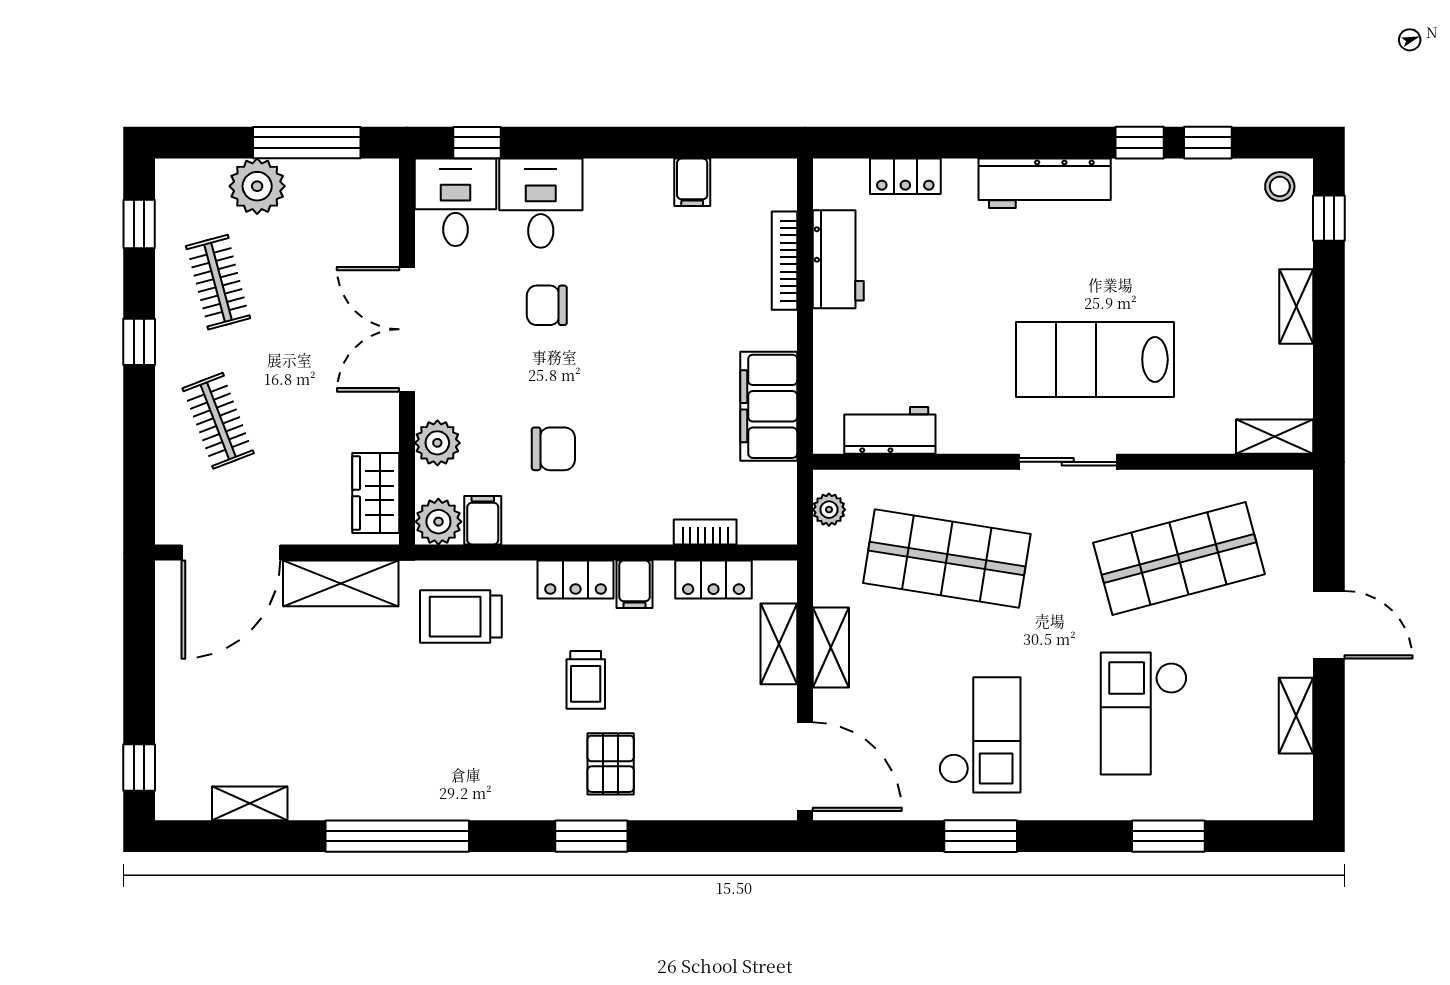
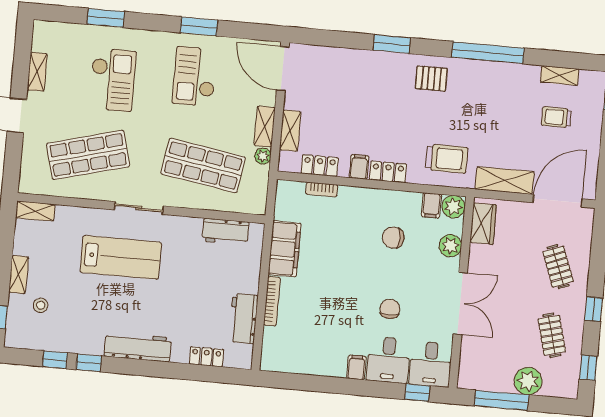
filing cabinet: (692, 182) -> (356, 367), moved
stool: (1280, 187) -> (41, 305), moved
bookcase: (784, 261) -> (272, 301), moved
chair: (547, 305) -> (390, 309), turned -90
plant: (829, 510) -> (263, 156), moved
trolley: (586, 680) -> (556, 117), moved, turned -90
pallet: (611, 764) -> (431, 78), moved, turned 90

